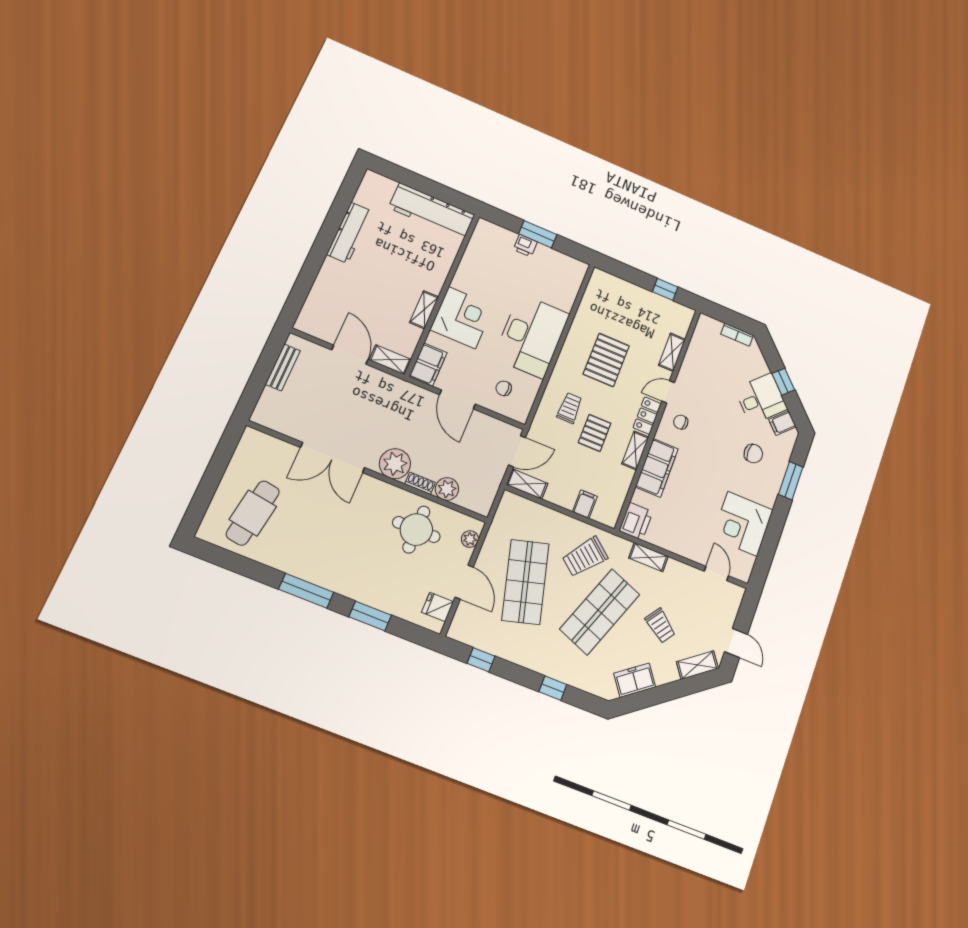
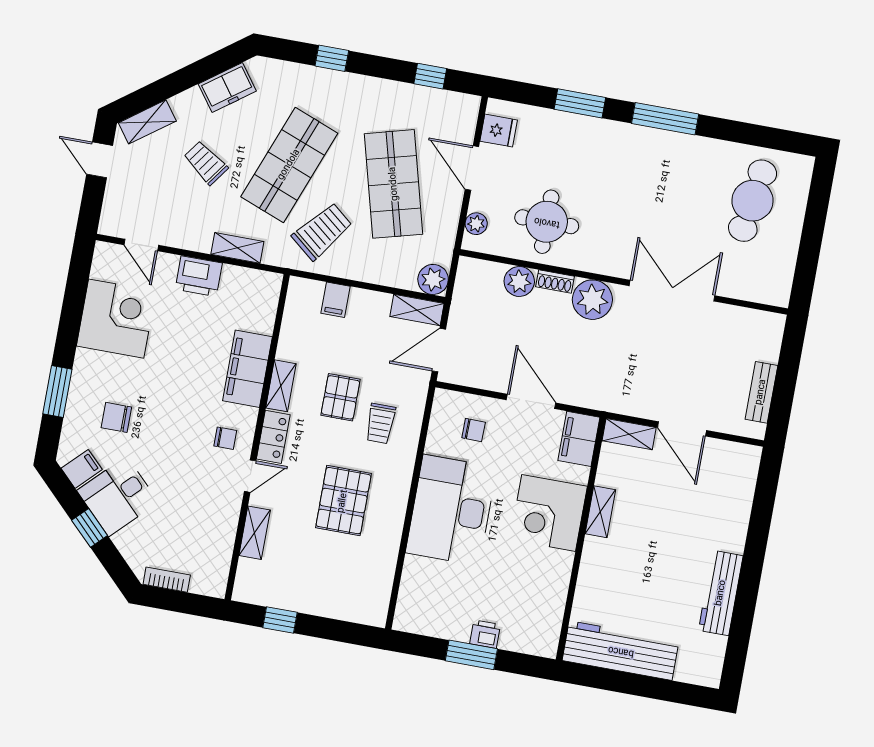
plant: (511, 504) -> (433, 279), added
printer: (636, 521) -> (199, 276), moved, turned -90

